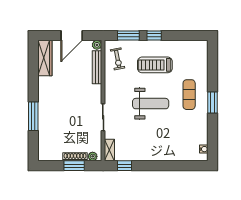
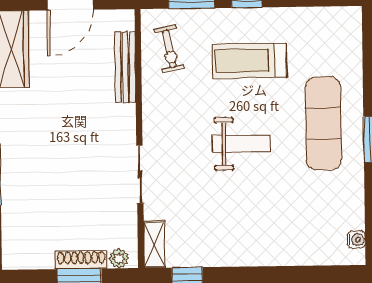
plant: (97, 45) -> (124, 19), removed
exercise mat: (189, 95) -> (323, 123), width x1.36, depth x1.45
weight bench: (151, 104) -> (241, 144), width x0.73, depth x0.75

